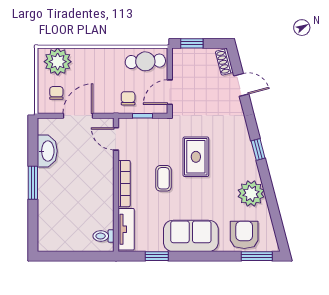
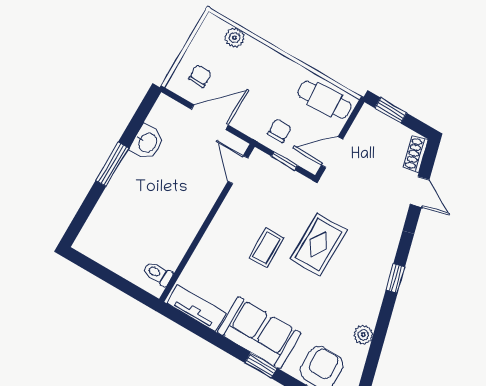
plant: (58, 62) -> (235, 38), width x0.53, depth x0.53
washbasin: (47, 151) -> (147, 142), width x0.72
bookcase: (124, 184) -> (217, 227), removed
plant: (251, 194) -> (363, 335), width x0.53, depth x0.53
tv unit: (126, 229) -> (196, 308), moved, turned -90
window: (157, 256) -> (261, 365), moved

